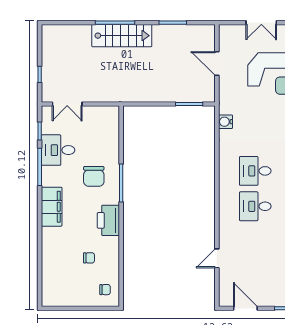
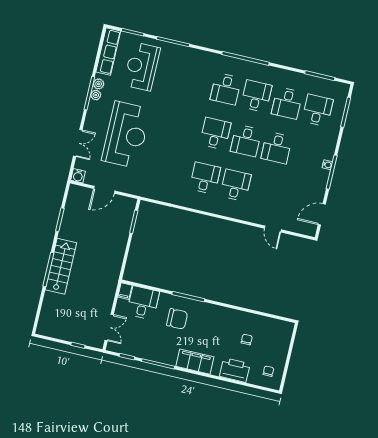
filing cabinet: (111, 112) -> (125, 291), added
water cooler: (225, 122) -> (78, 176), moved
desk: (58, 150) -> (143, 303), moved, turned 180
desk: (255, 171) -> (205, 178), turned 180
desk: (255, 206) -> (236, 185), turned 180
printer: (108, 220) -> (235, 370), moved, turned 180
chair: (105, 290) -> (268, 371), moved

